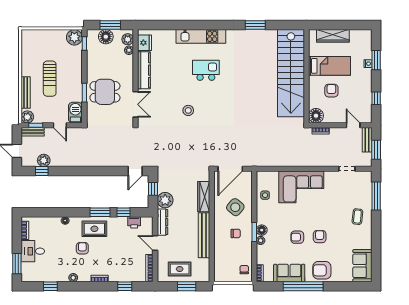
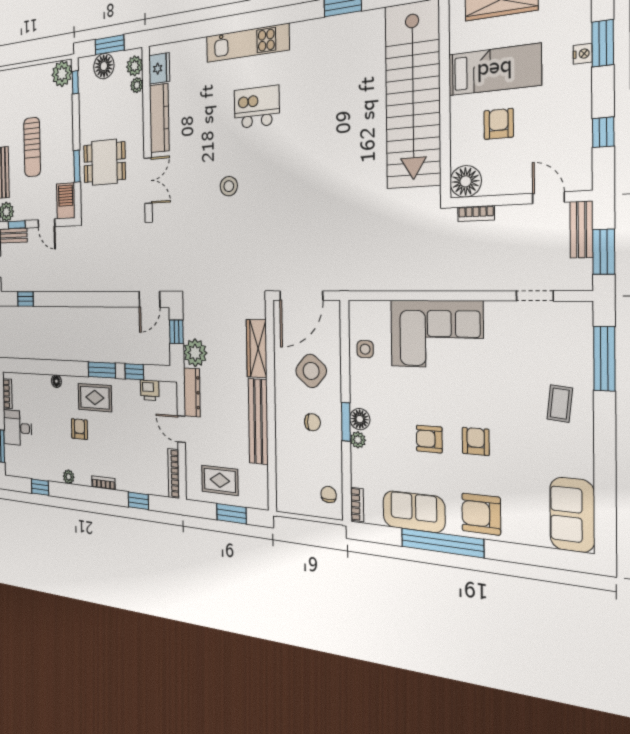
plant: (44, 160) -> (28, 282), removed

